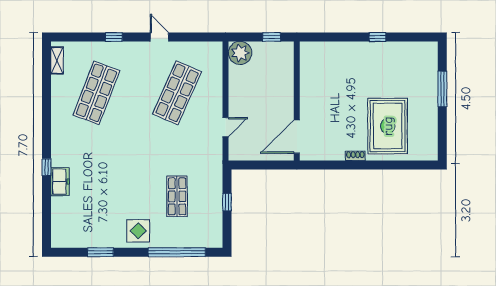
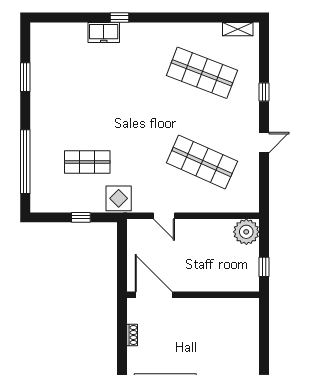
shoe rack: (355, 156) -> (132, 335), moved
display table: (138, 231) -> (119, 198), moved

